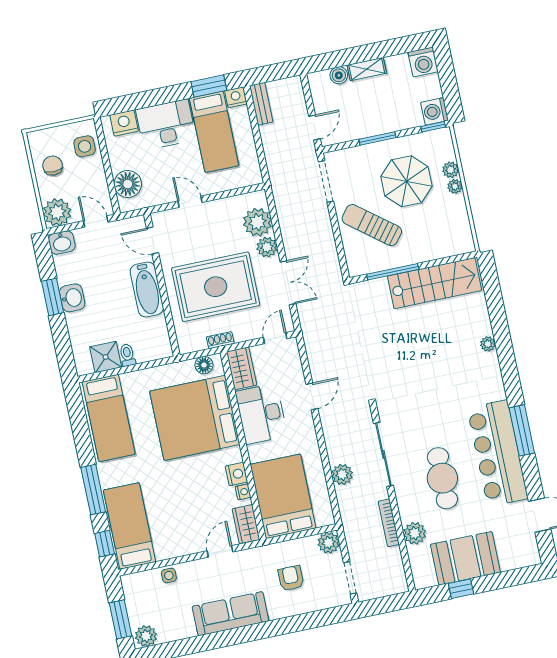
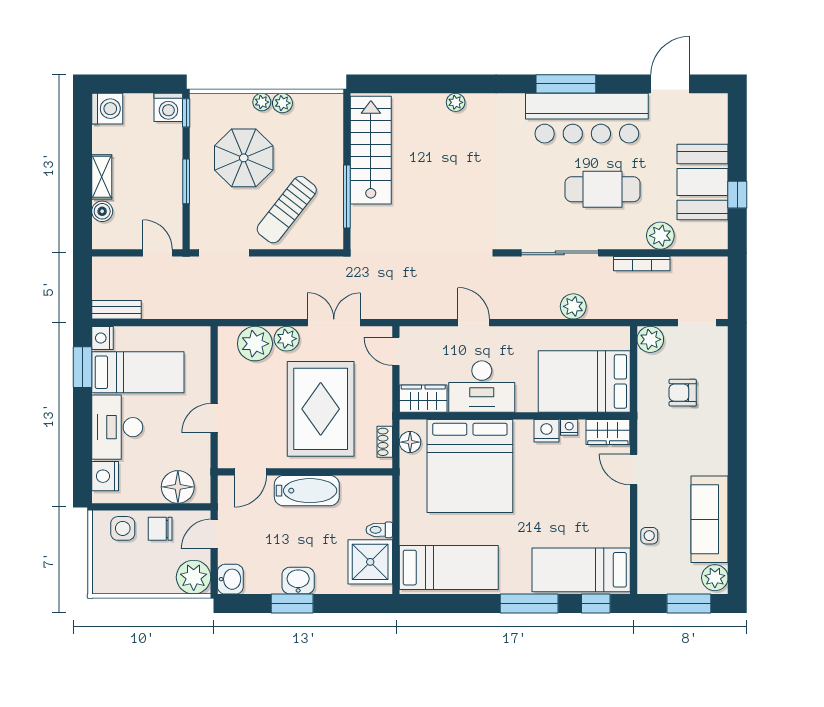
chair: (53, 166) -> (160, 529), moved
plant: (451, 170) -> (282, 103), moved
shoe rack: (220, 340) -> (385, 442), moved
shower: (106, 357) -> (370, 562), width x1.36, depth x1.36
sofa: (230, 614) -> (709, 519), moved

